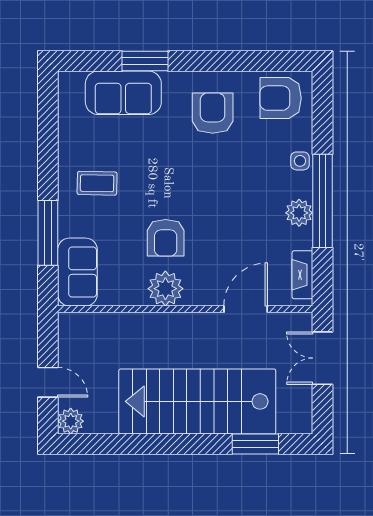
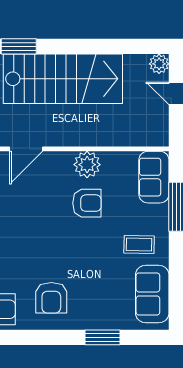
sofa: (123, 93) -> (152, 294), moved, turned -90
armchair: (166, 238) -> (87, 203), turned 90

